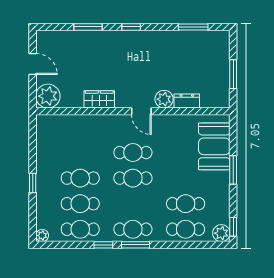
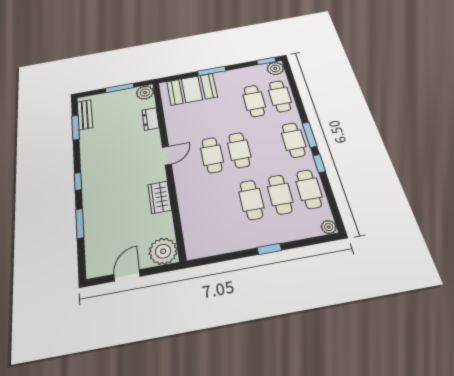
bench: (207, 37) -> (85, 115), added
plant: (164, 99) -> (145, 93), moved

